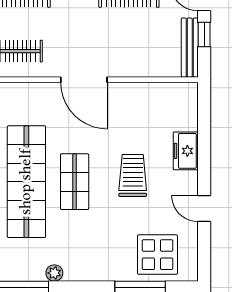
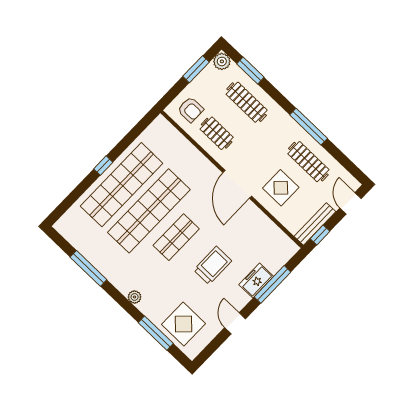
window: (204, 35) -> (320, 235), moved
display table: (127, 44) -> (281, 188), added
window: (204, 140) -> (272, 284), added
plant: (54, 273) -> (135, 297), moved

